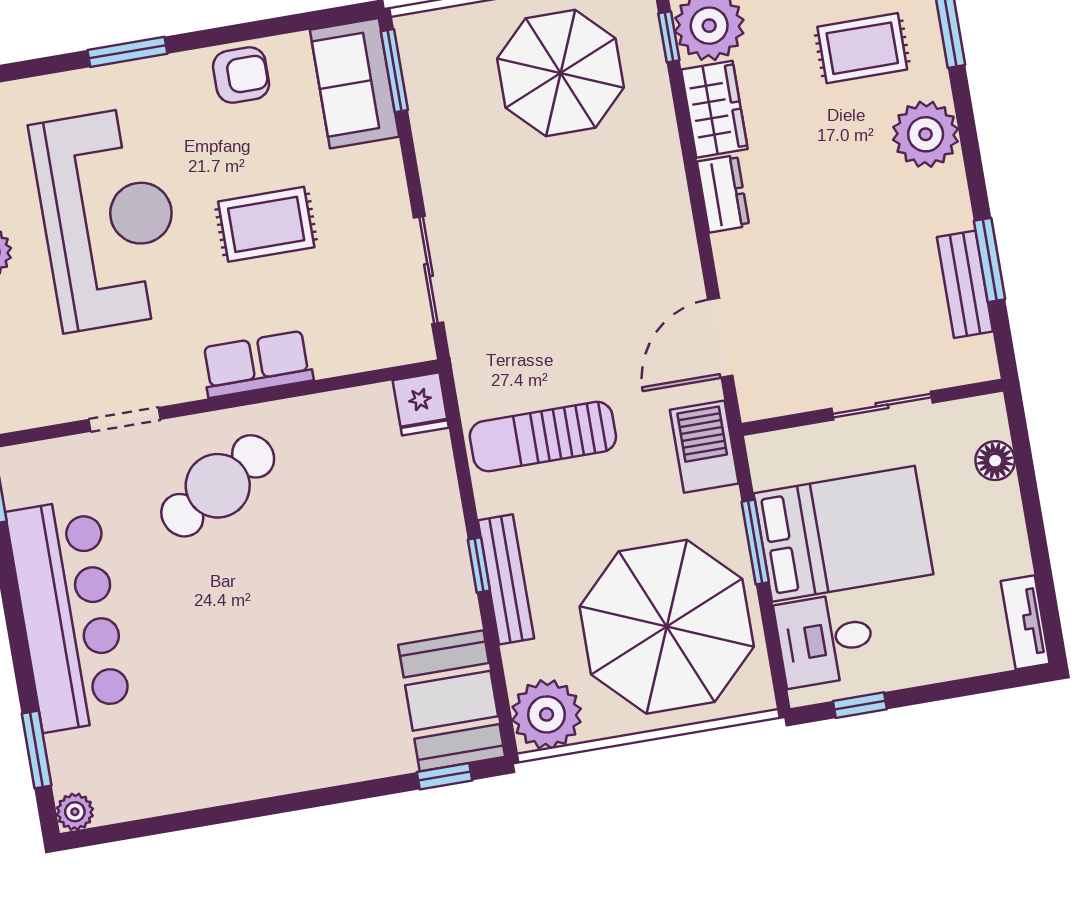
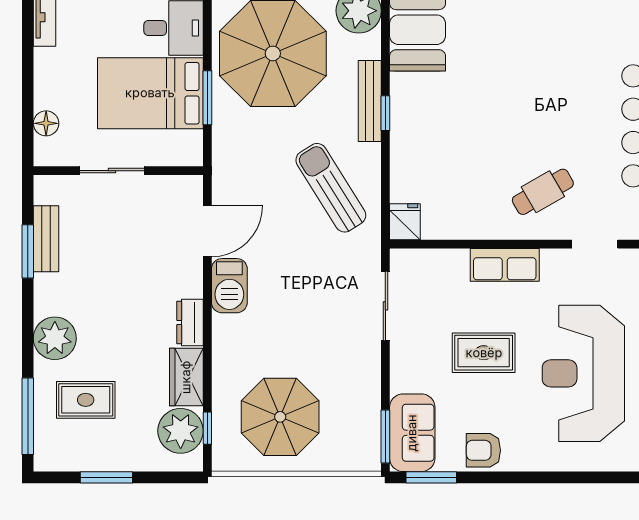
window: (127, 52) -> (431, 477), moved
sun lounger: (543, 437) -> (331, 188), turned -122
barbecue: (704, 447) -> (229, 286), moved
cafe table: (218, 486) -> (543, 192), width x0.73, depth x0.74

